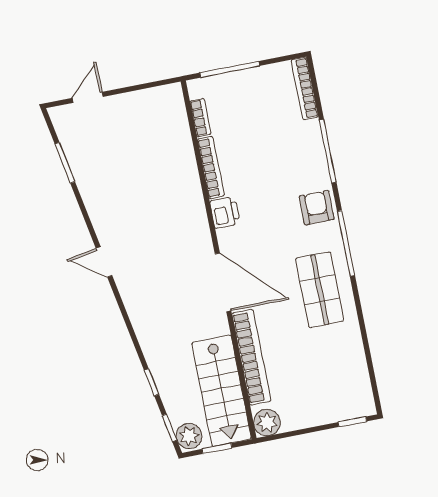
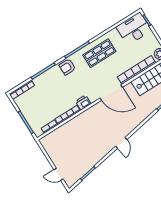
door: (223, 282) -> (111, 93), swing flipped
desk: (344, 386) -> (134, 29), added

